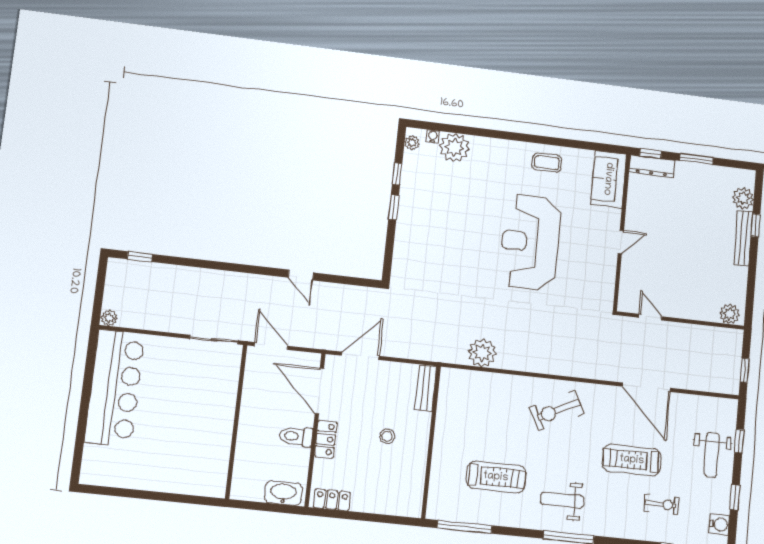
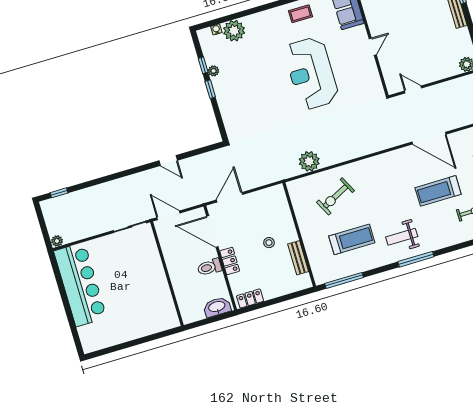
plant: (412, 143) -> (213, 71), moved
bench: (426, 388) -> (298, 258), moved
exercise bike: (557, 411) -> (335, 196), moved

